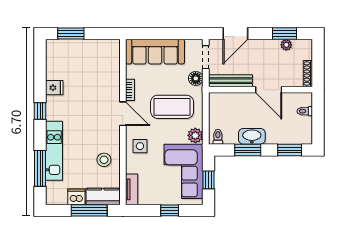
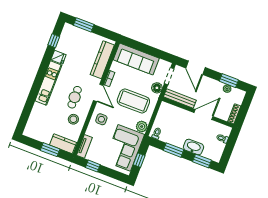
door: (235, 34) -> (196, 68), hinge flipped
kitchen counter: (112, 69) -> (102, 60), added
door: (269, 90) -> (204, 115), swing flipped
window: (40, 111) -> (54, 41), moved
cafe table: (95, 131) -> (75, 97), added
washbasin: (252, 136) -> (193, 147), moved
kitchen unit: (54, 151) -> (48, 83), moved
window: (40, 168) -> (28, 108), removed
dishwasher: (76, 197) -> (45, 137), removed
window: (89, 210) -> (50, 150), width x0.69
window: (170, 210) -> (93, 166), moved

